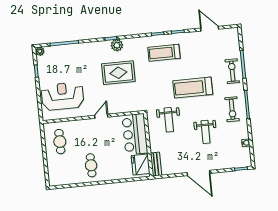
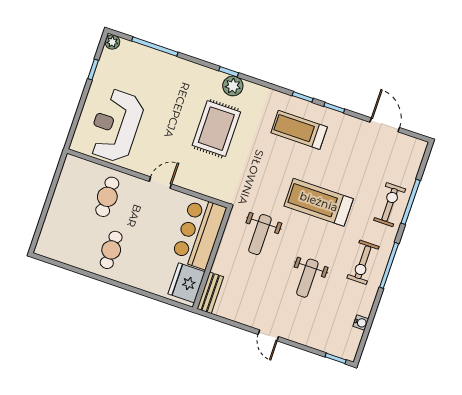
rug: (118, 73) -> (216, 129), turned 90
reception desk: (62, 96) -> (115, 126), turned -90
cafe table: (60, 142) -> (107, 197), moved
door: (198, 173) -> (268, 335), width x0.53

